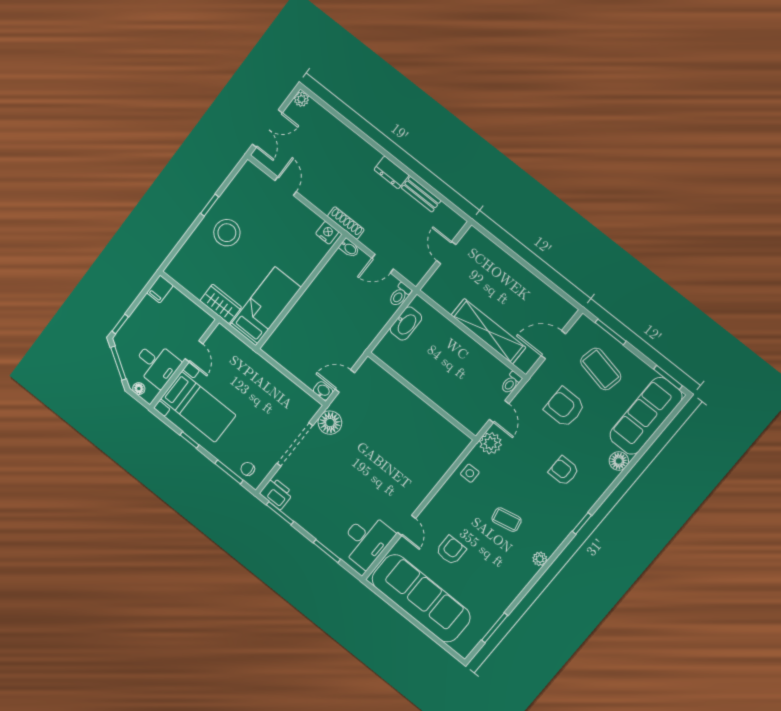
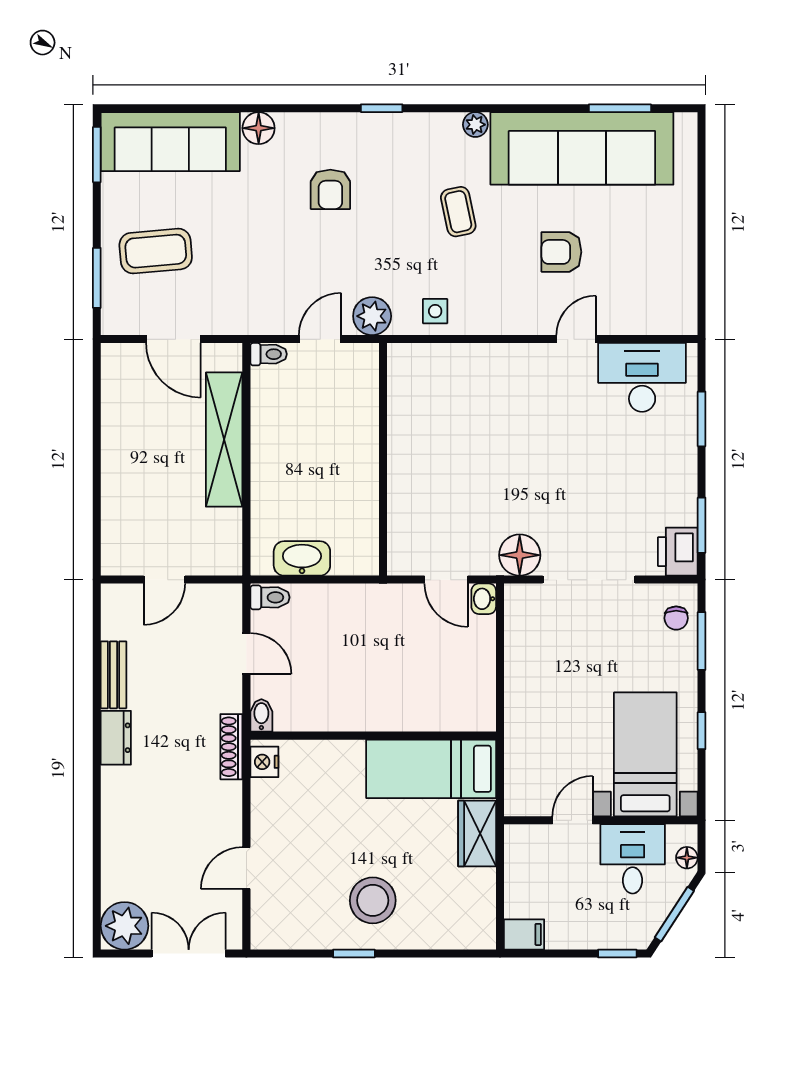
plant: (301, 99) -> (124, 926), width x1.87, depth x1.87
coffee table: (601, 369) -> (156, 251), turned 73
armchair: (565, 407) -> (245, 257), removed
sofa: (421, 598) -> (582, 148), moved, turned -90

